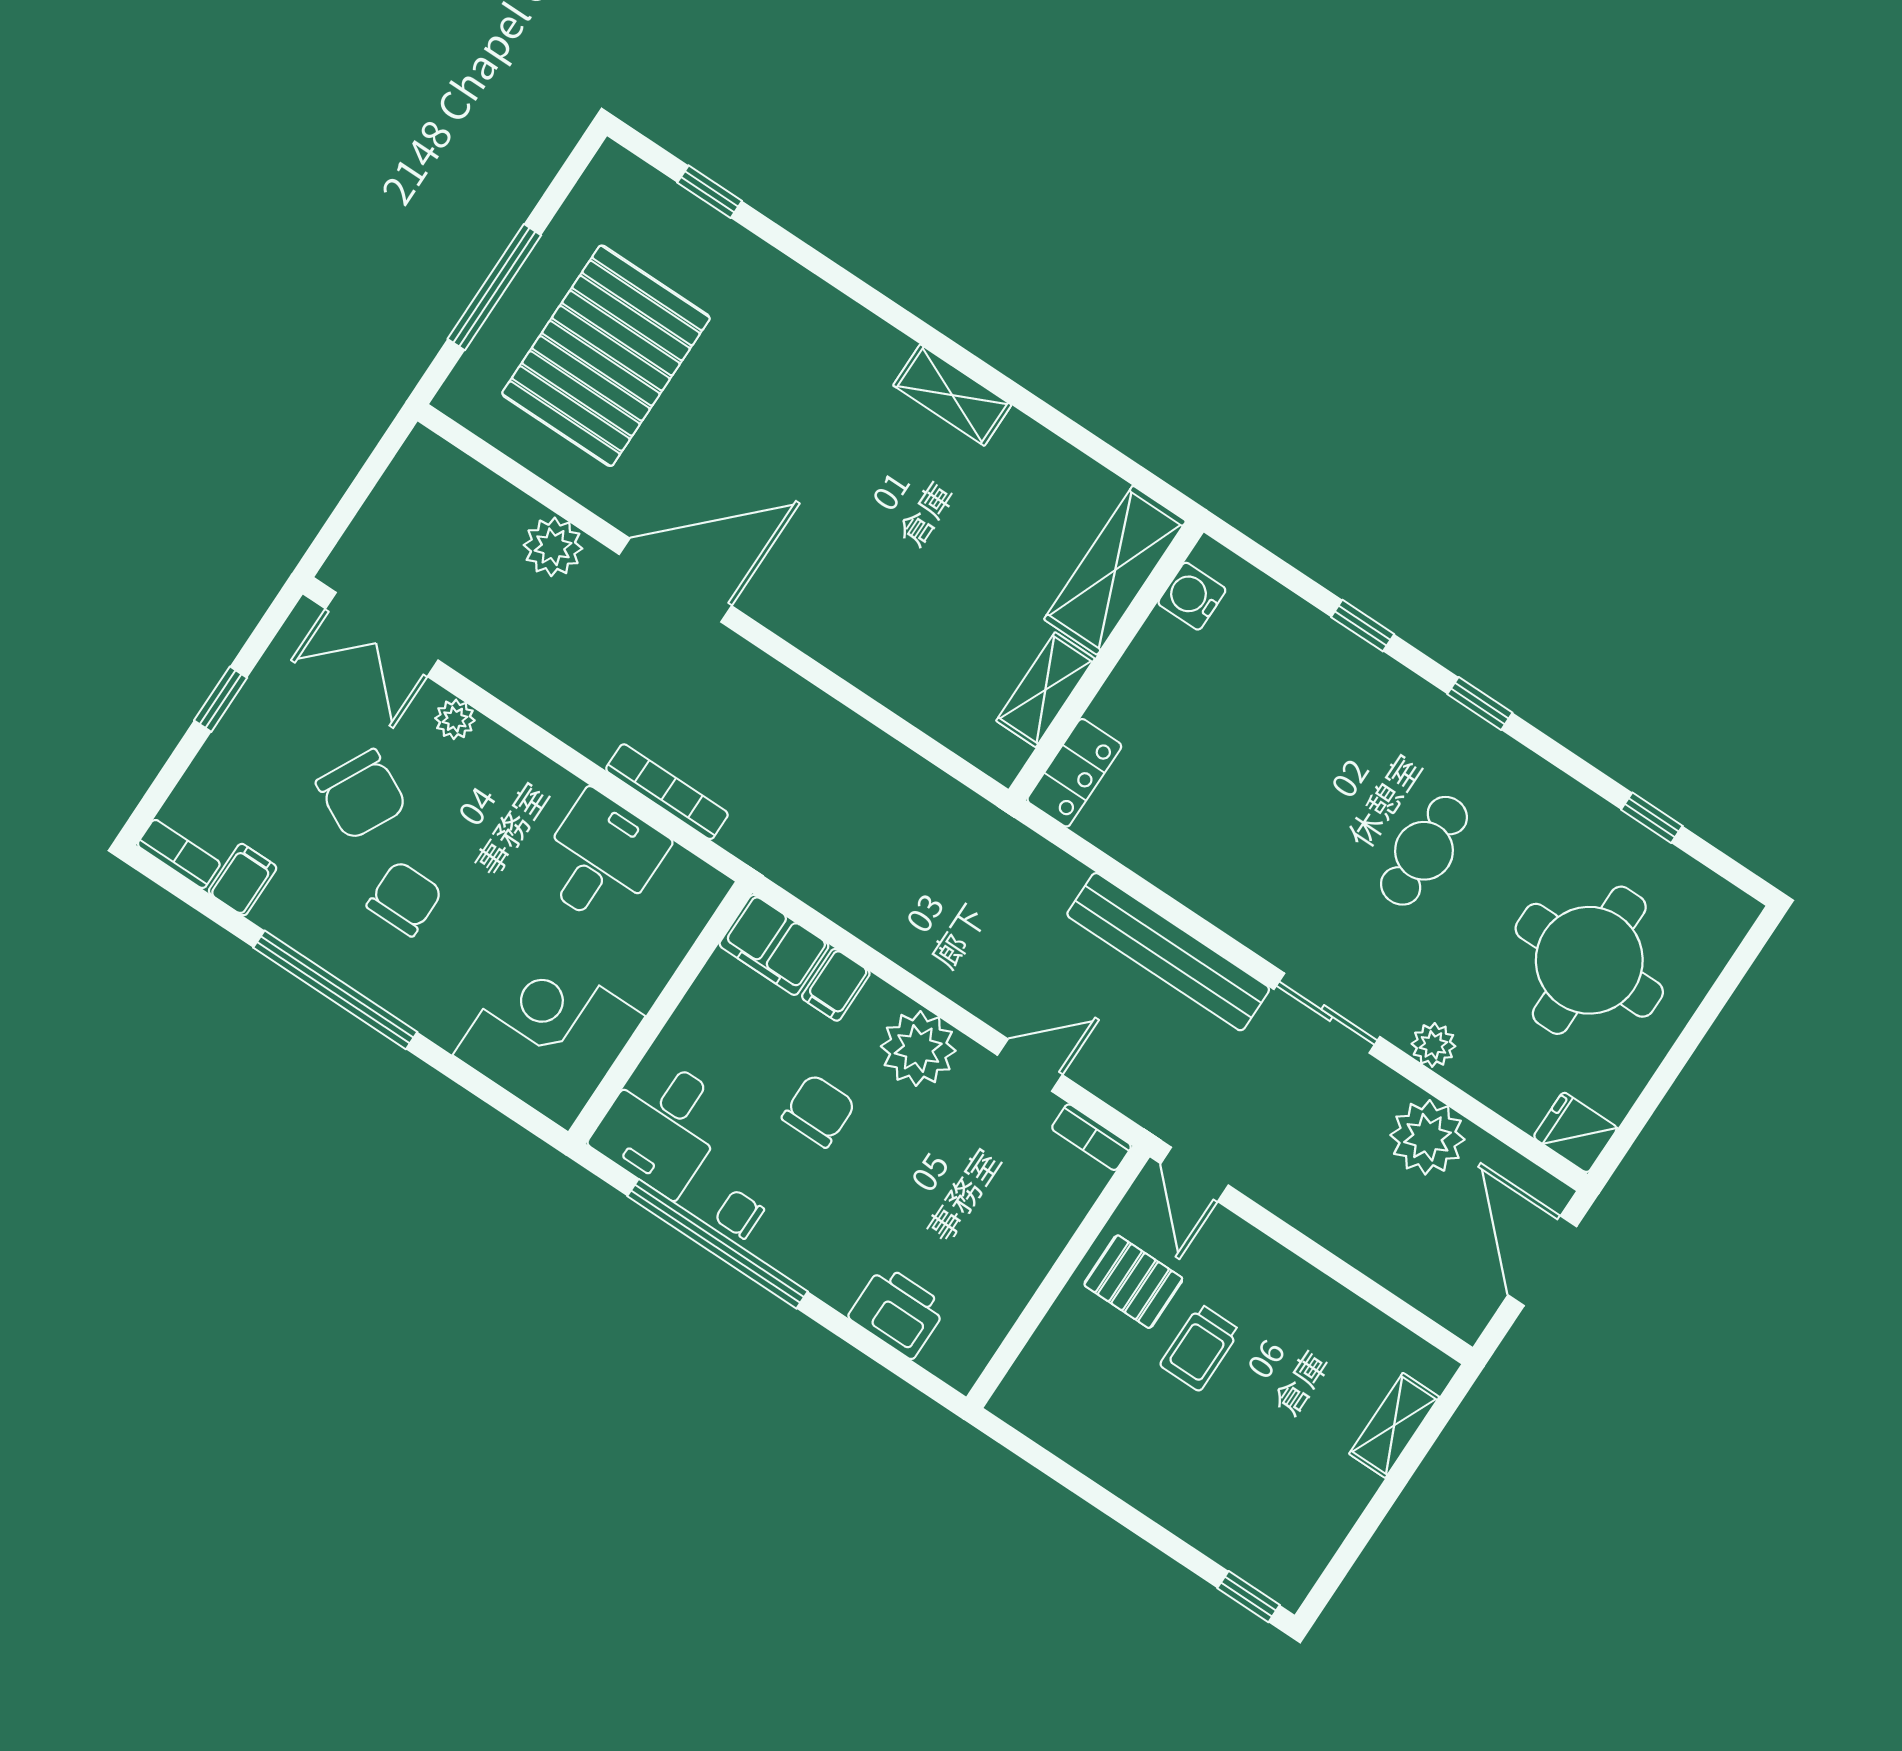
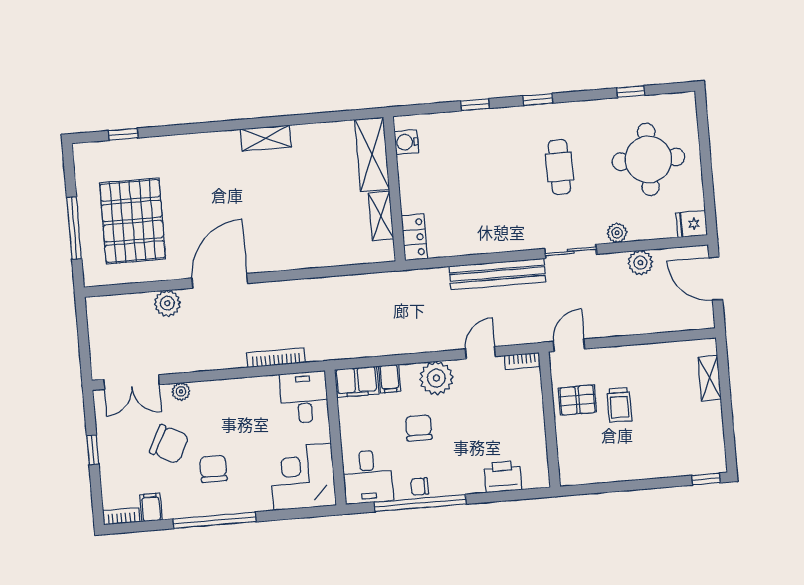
desk: (601, 859) -> (304, 397), moved
plant: (1427, 1137) -> (640, 263), width x0.73, depth x0.73
door: (1194, 1174) -> (569, 345), swing flipped

